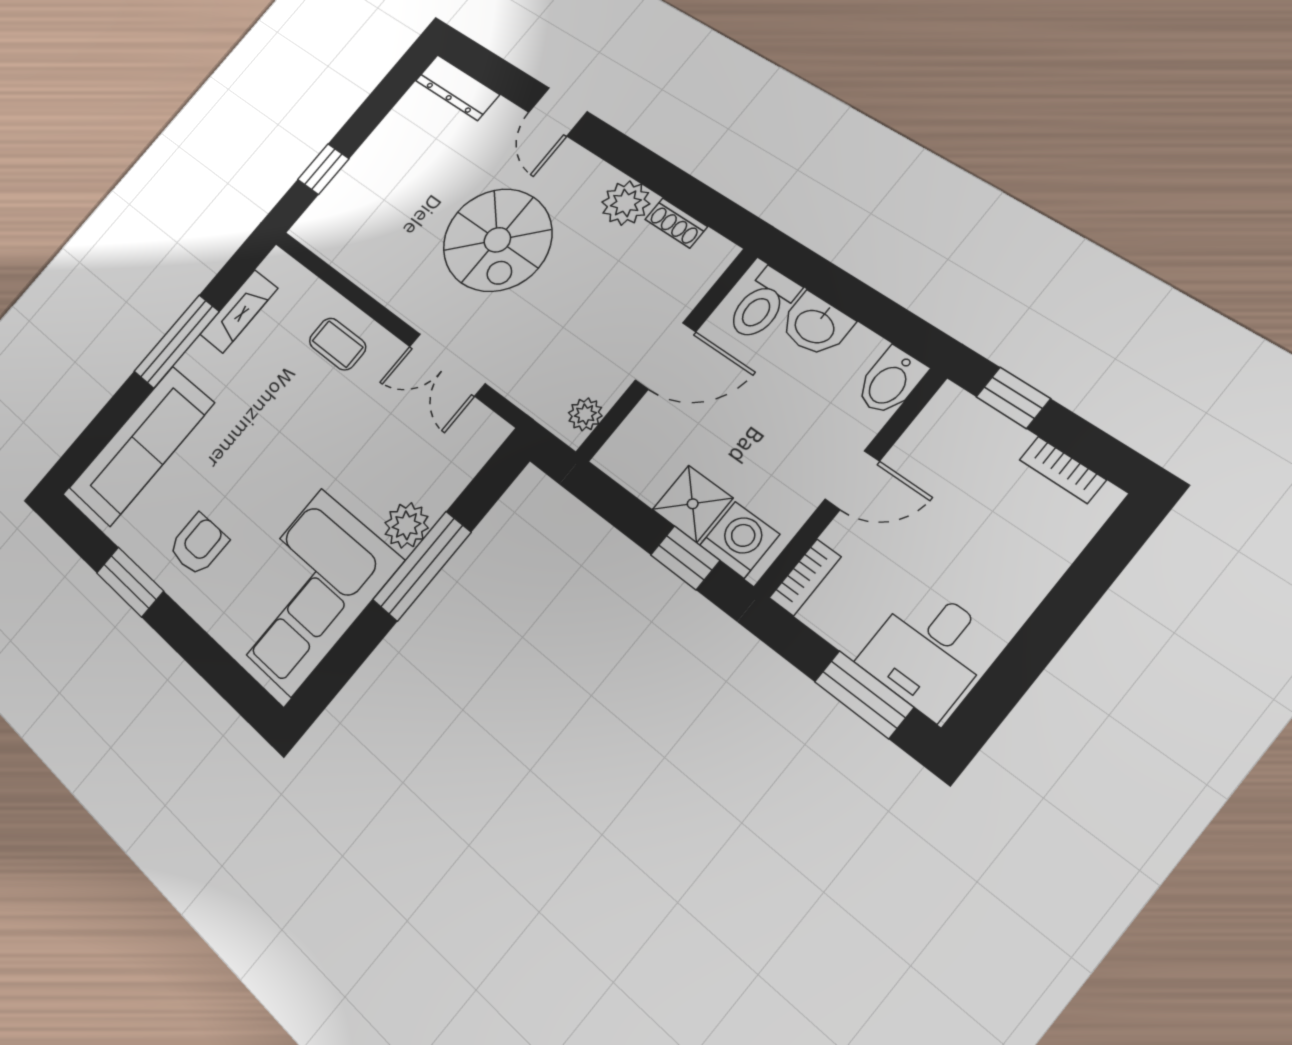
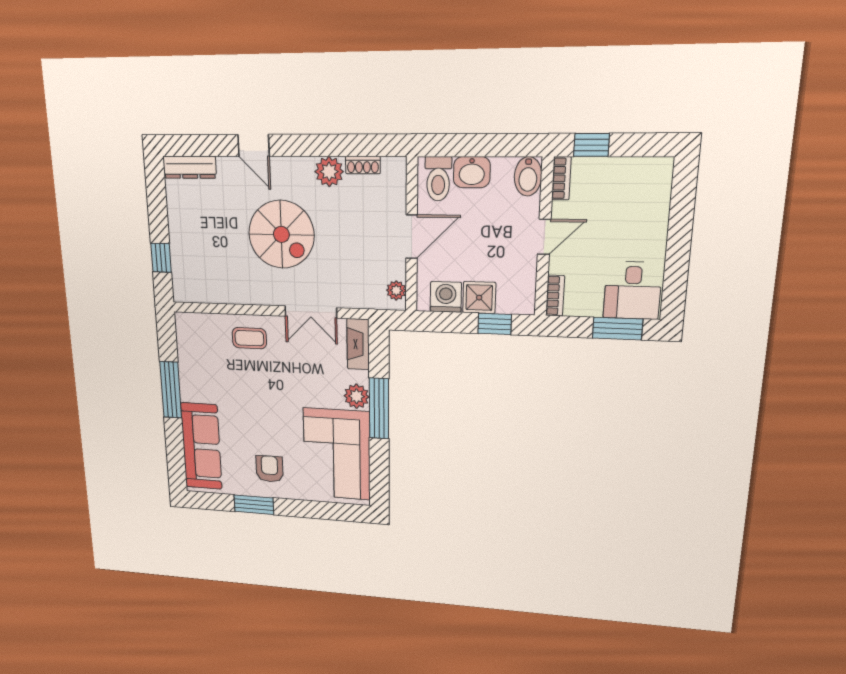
fireplace: (239, 311) -> (358, 344), moved, turned 180
bookcase: (1063, 470) -> (561, 178), moved, turned -90
washing machine: (740, 540) -> (446, 297), moved

